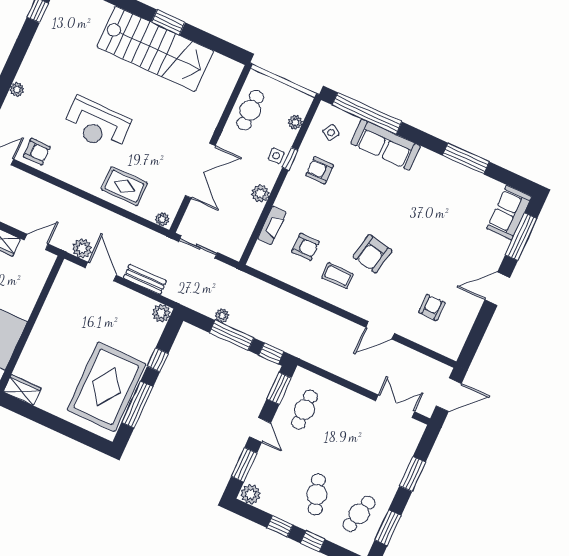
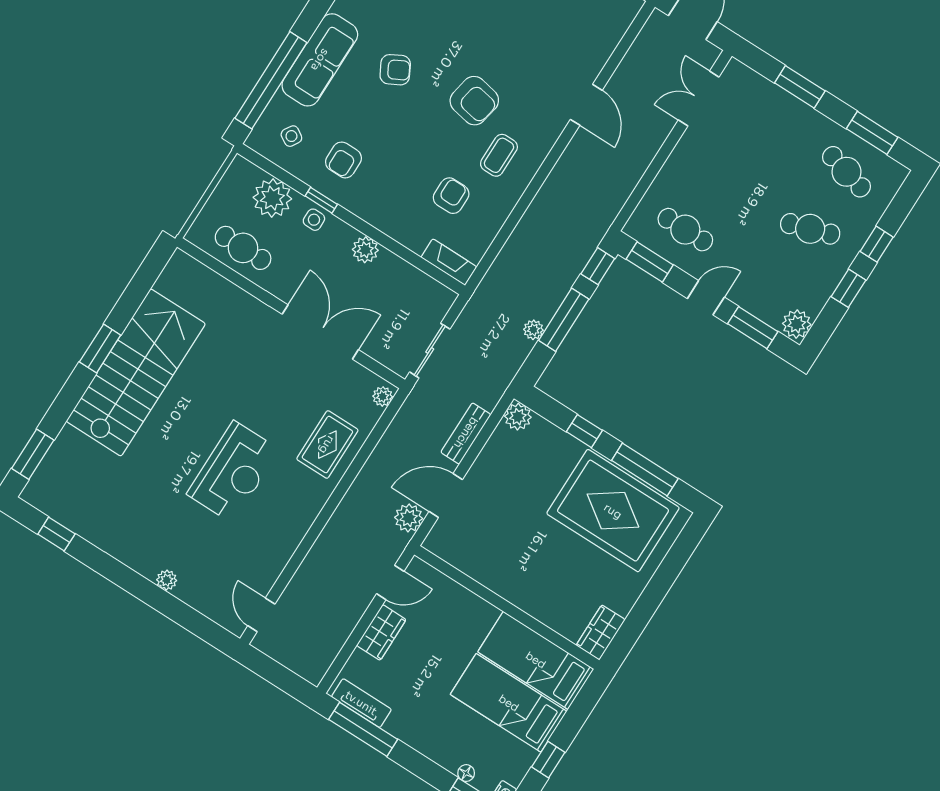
plant: (295, 122) -> (272, 198), width x1.88, depth x1.88
armchair: (37, 152) -> (260, 564), removed
fireplace: (272, 226) -> (449, 262), moved
door: (36, 242) -> (390, 582), swing flipped
armchair: (432, 307) -> (395, 70), moved, turned 152

